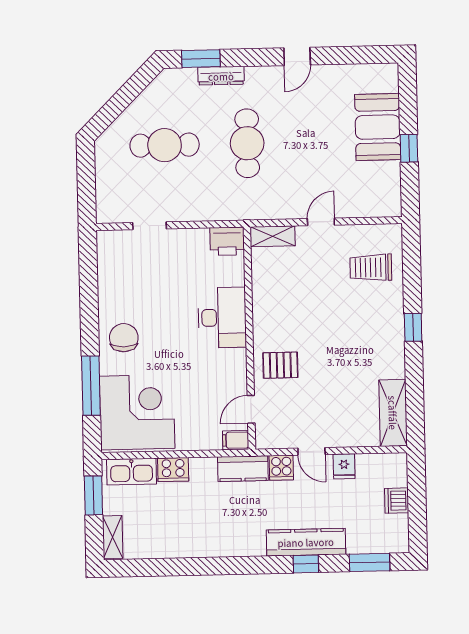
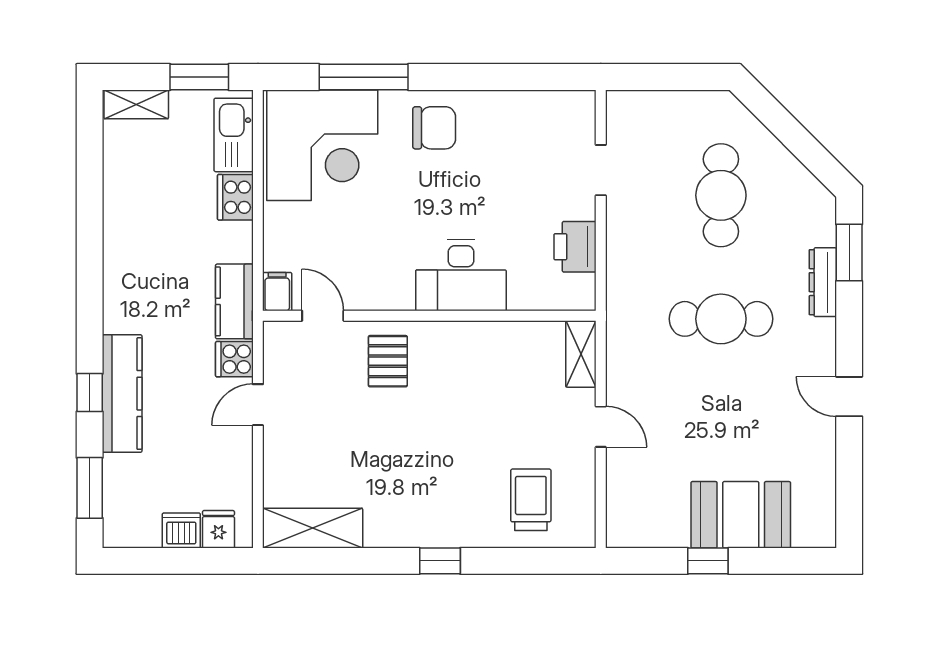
printer: (227, 241) -> (575, 247), moved
fridge: (344, 466) -> (218, 529), moved, turned 90

